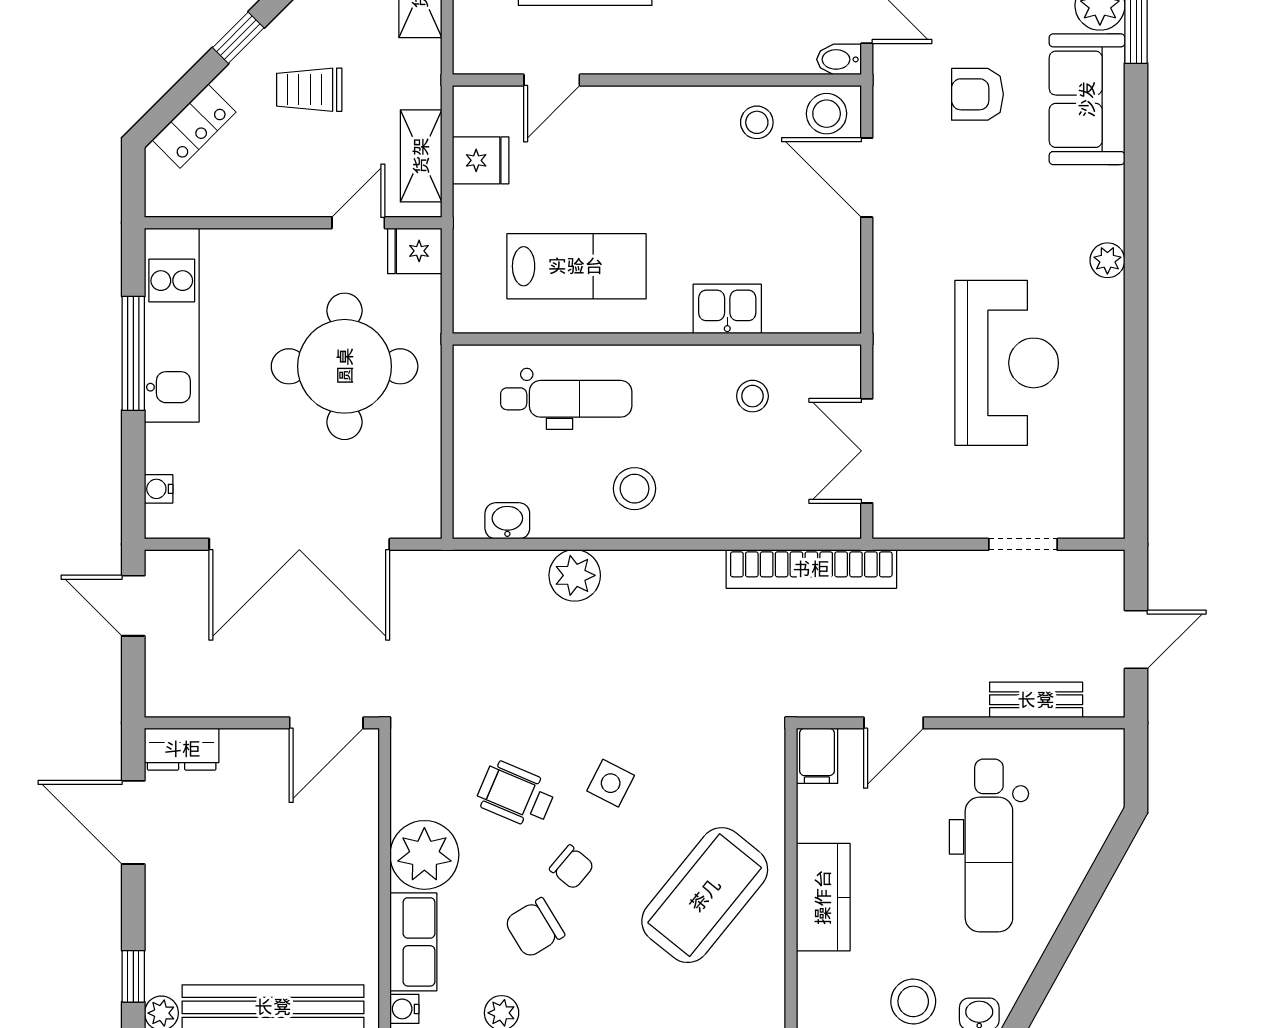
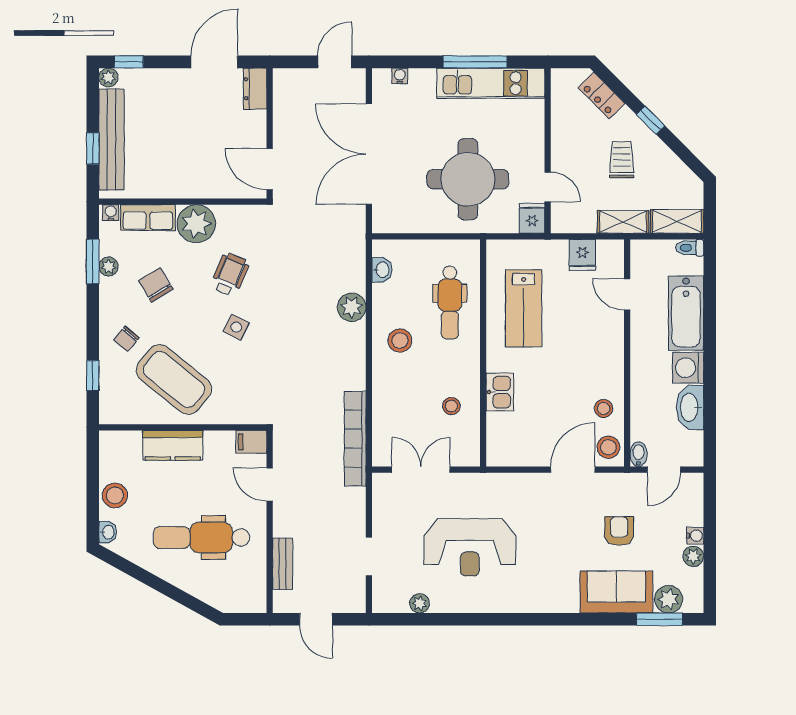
shelving: (421, 156) -> (623, 222), moved
plant: (1107, 260) -> (420, 603), moved
chair: (572, 867) -> (126, 339), moved

